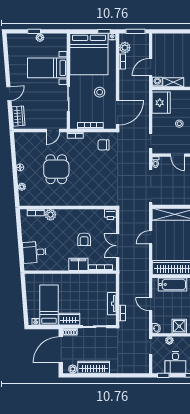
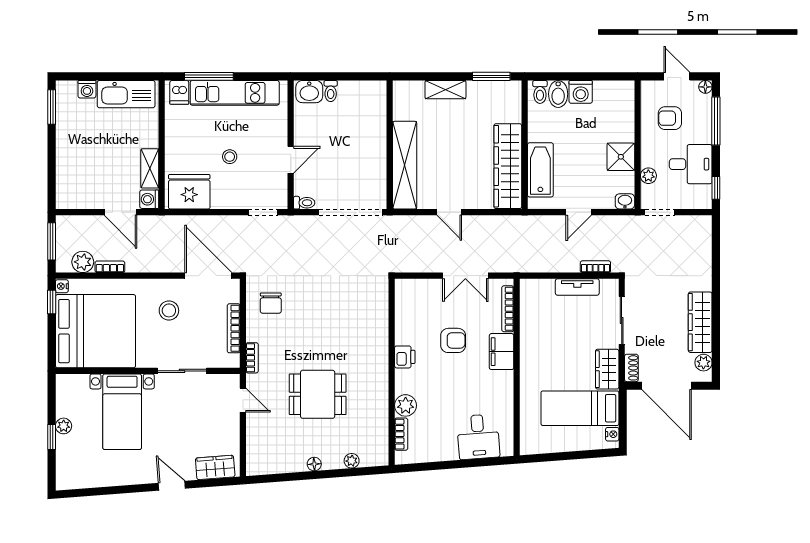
printer: (110, 214) -> (405, 357), moved

